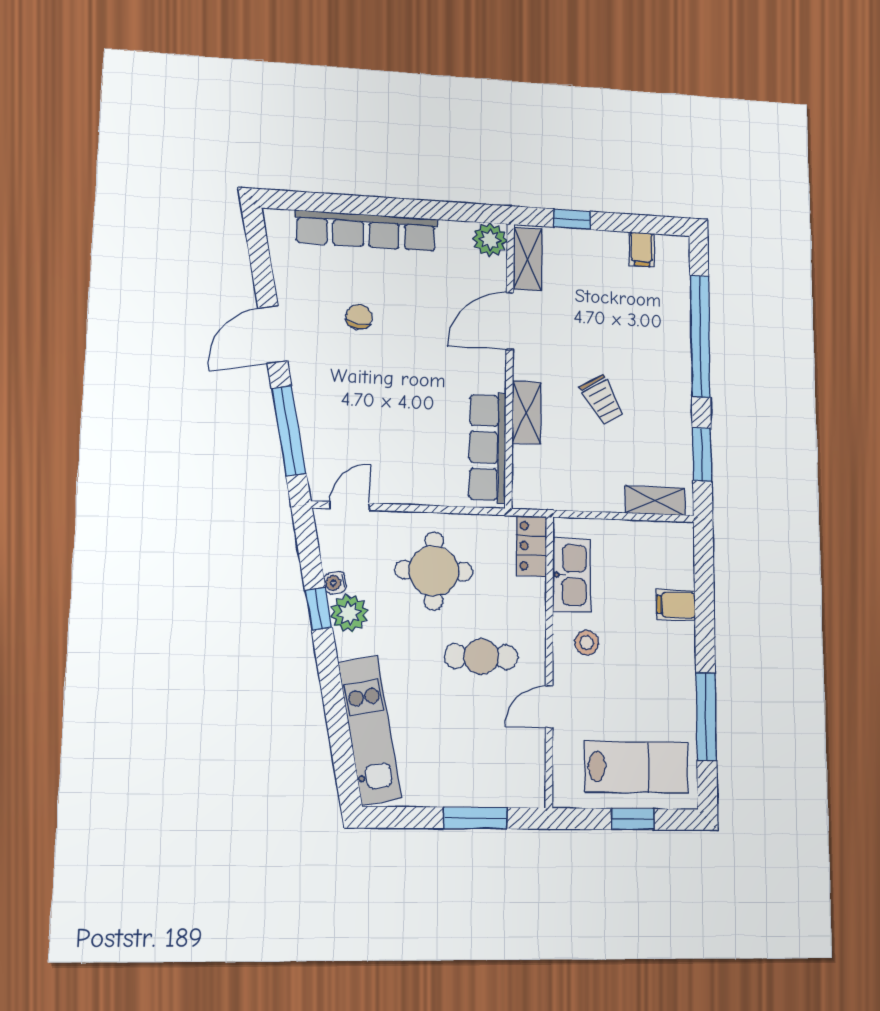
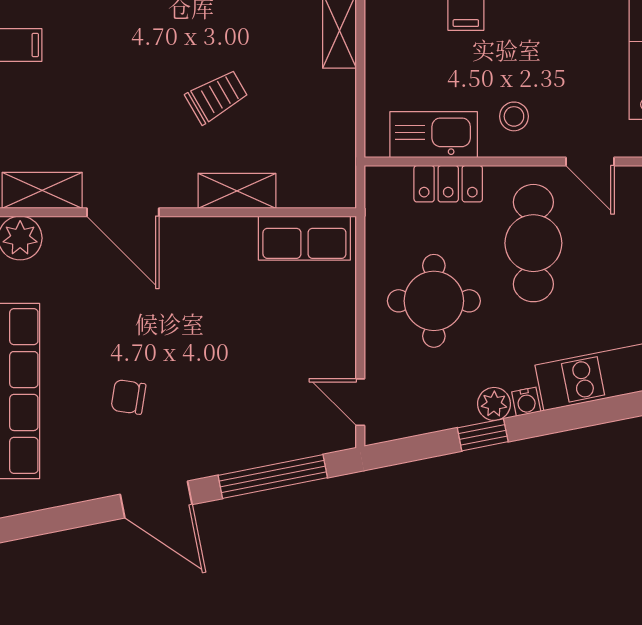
row of seats: (488, 447) -> (304, 238), width x0.68
locker: (531, 546) -> (448, 184), moved
water cooler: (335, 583) -> (526, 402), moved
plant: (349, 613) -> (494, 404), width x0.73, depth x0.73
cafe table: (481, 657) -> (533, 243), width x1.37, depth x1.35

